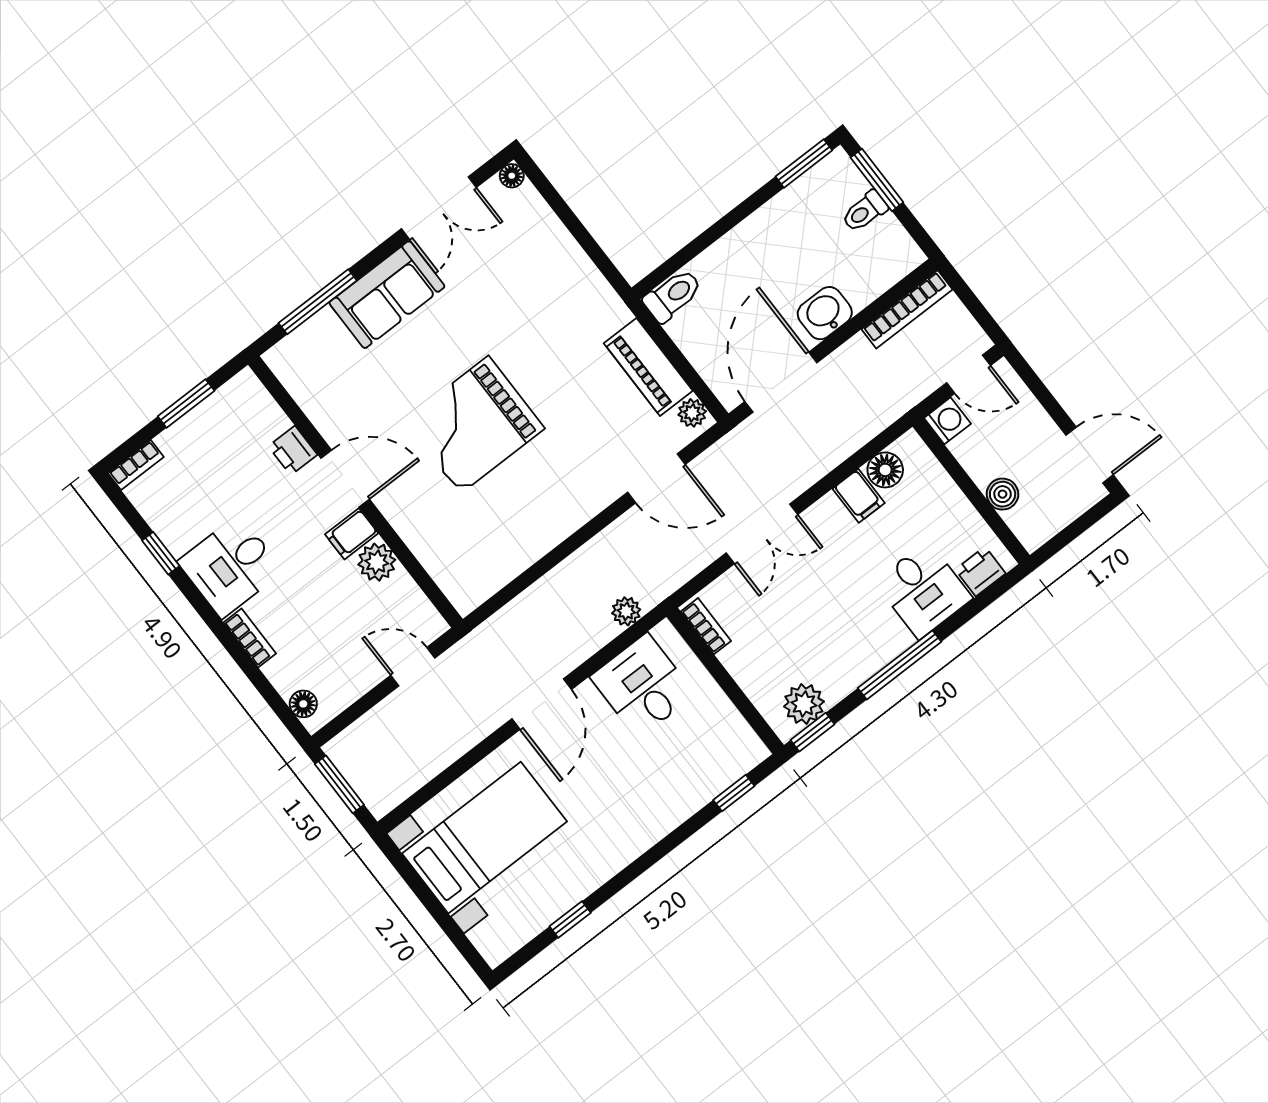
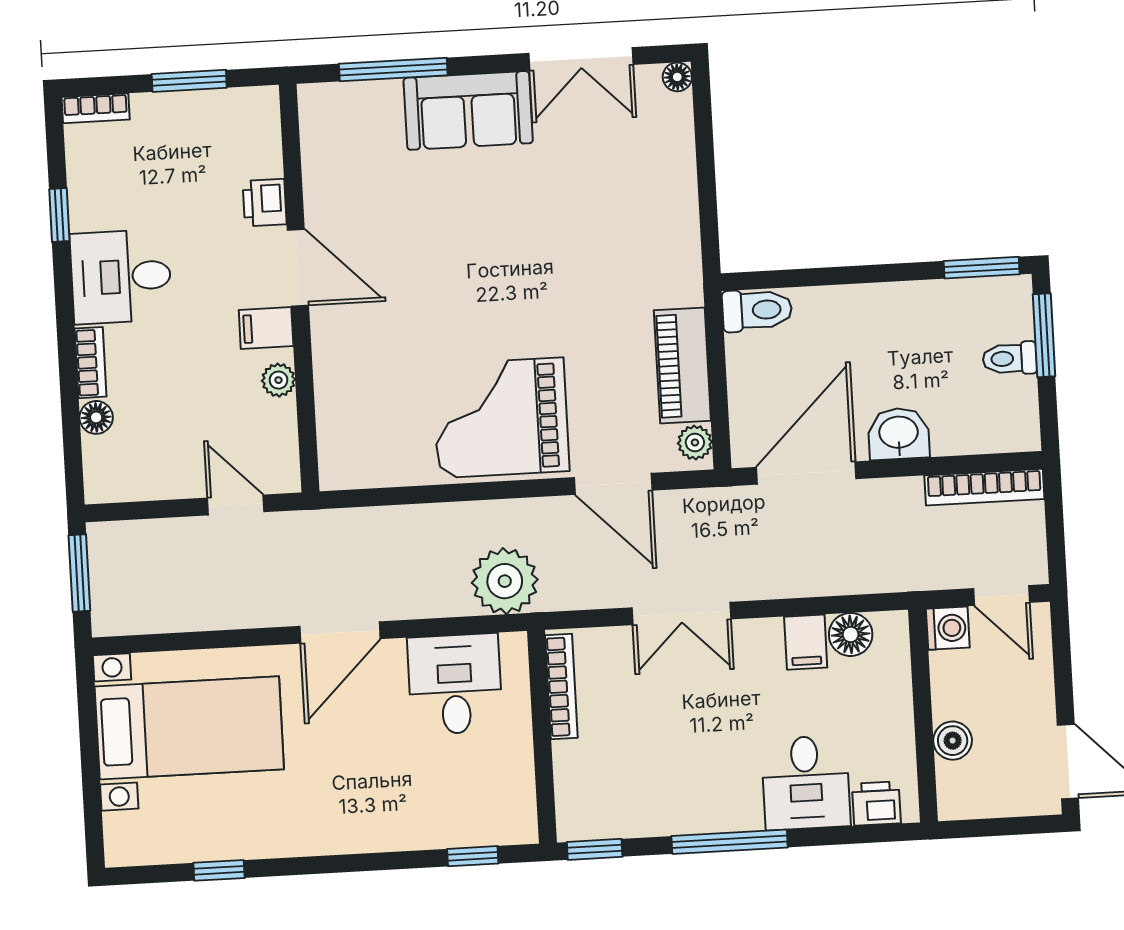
grand piano: (474, 425) -> (501, 418), moved
plant: (377, 562) -> (278, 380), width x0.73, depth x0.73
plant: (626, 611) -> (505, 581), width x1.88, depth x1.88
bookcase: (706, 626) -> (561, 687), width x1.56
floor lamp: (303, 704) -> (96, 417), moved
plant: (804, 704) -> (606, 815), removed

